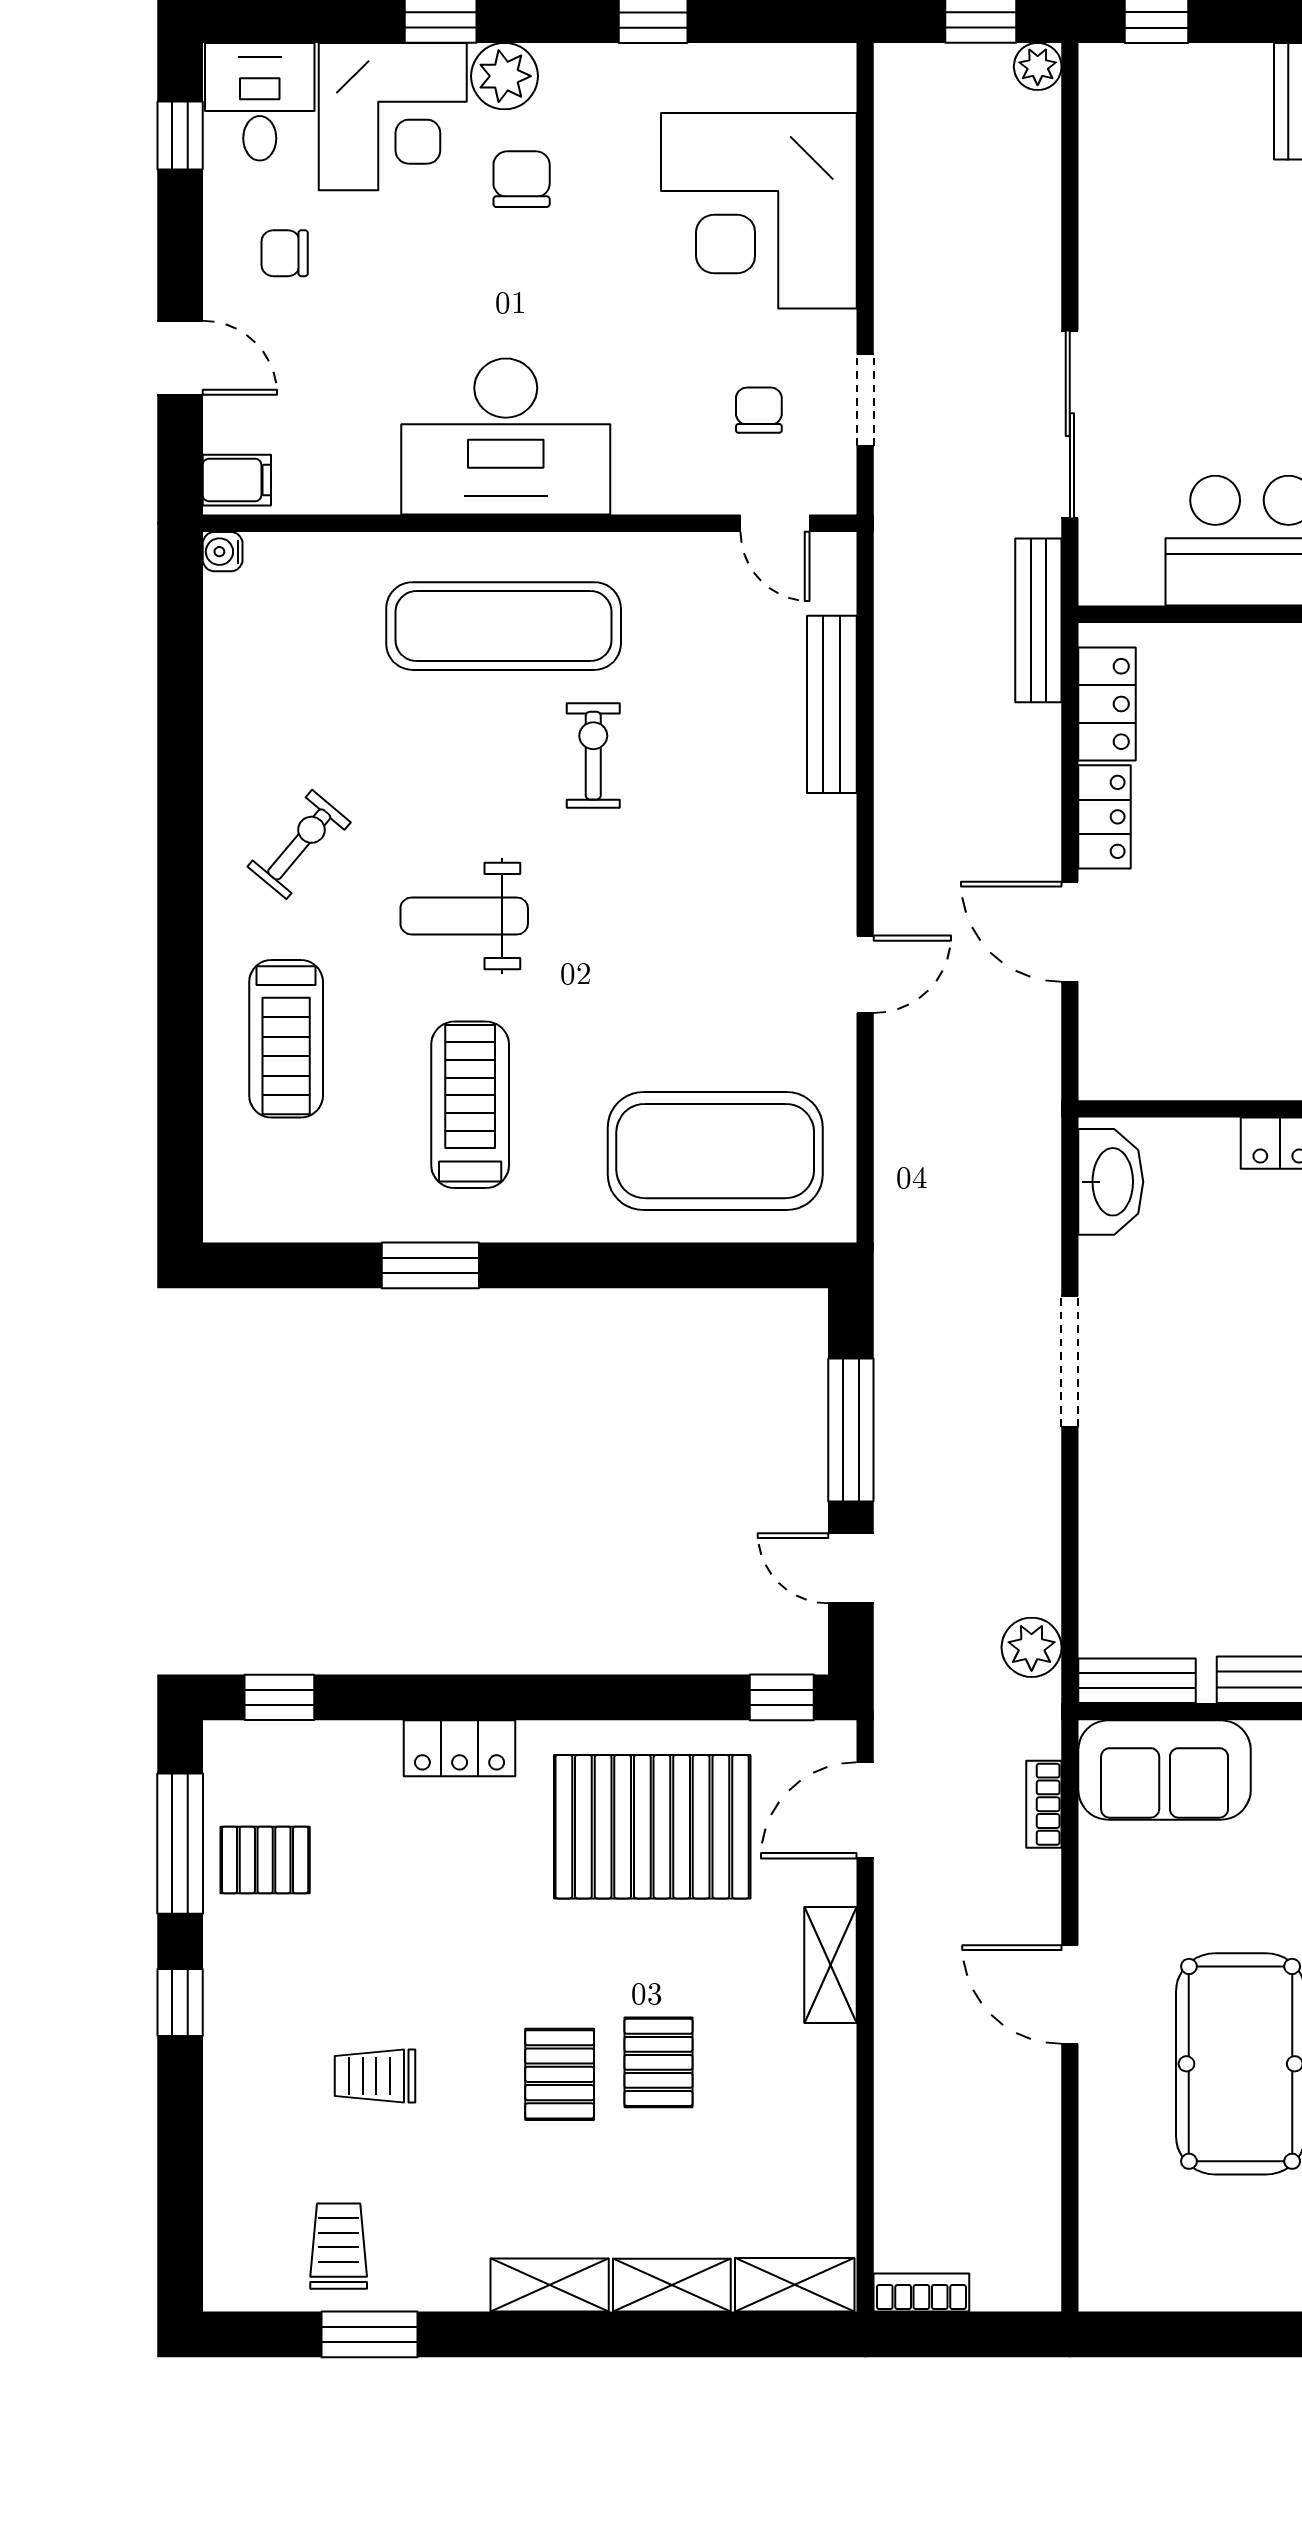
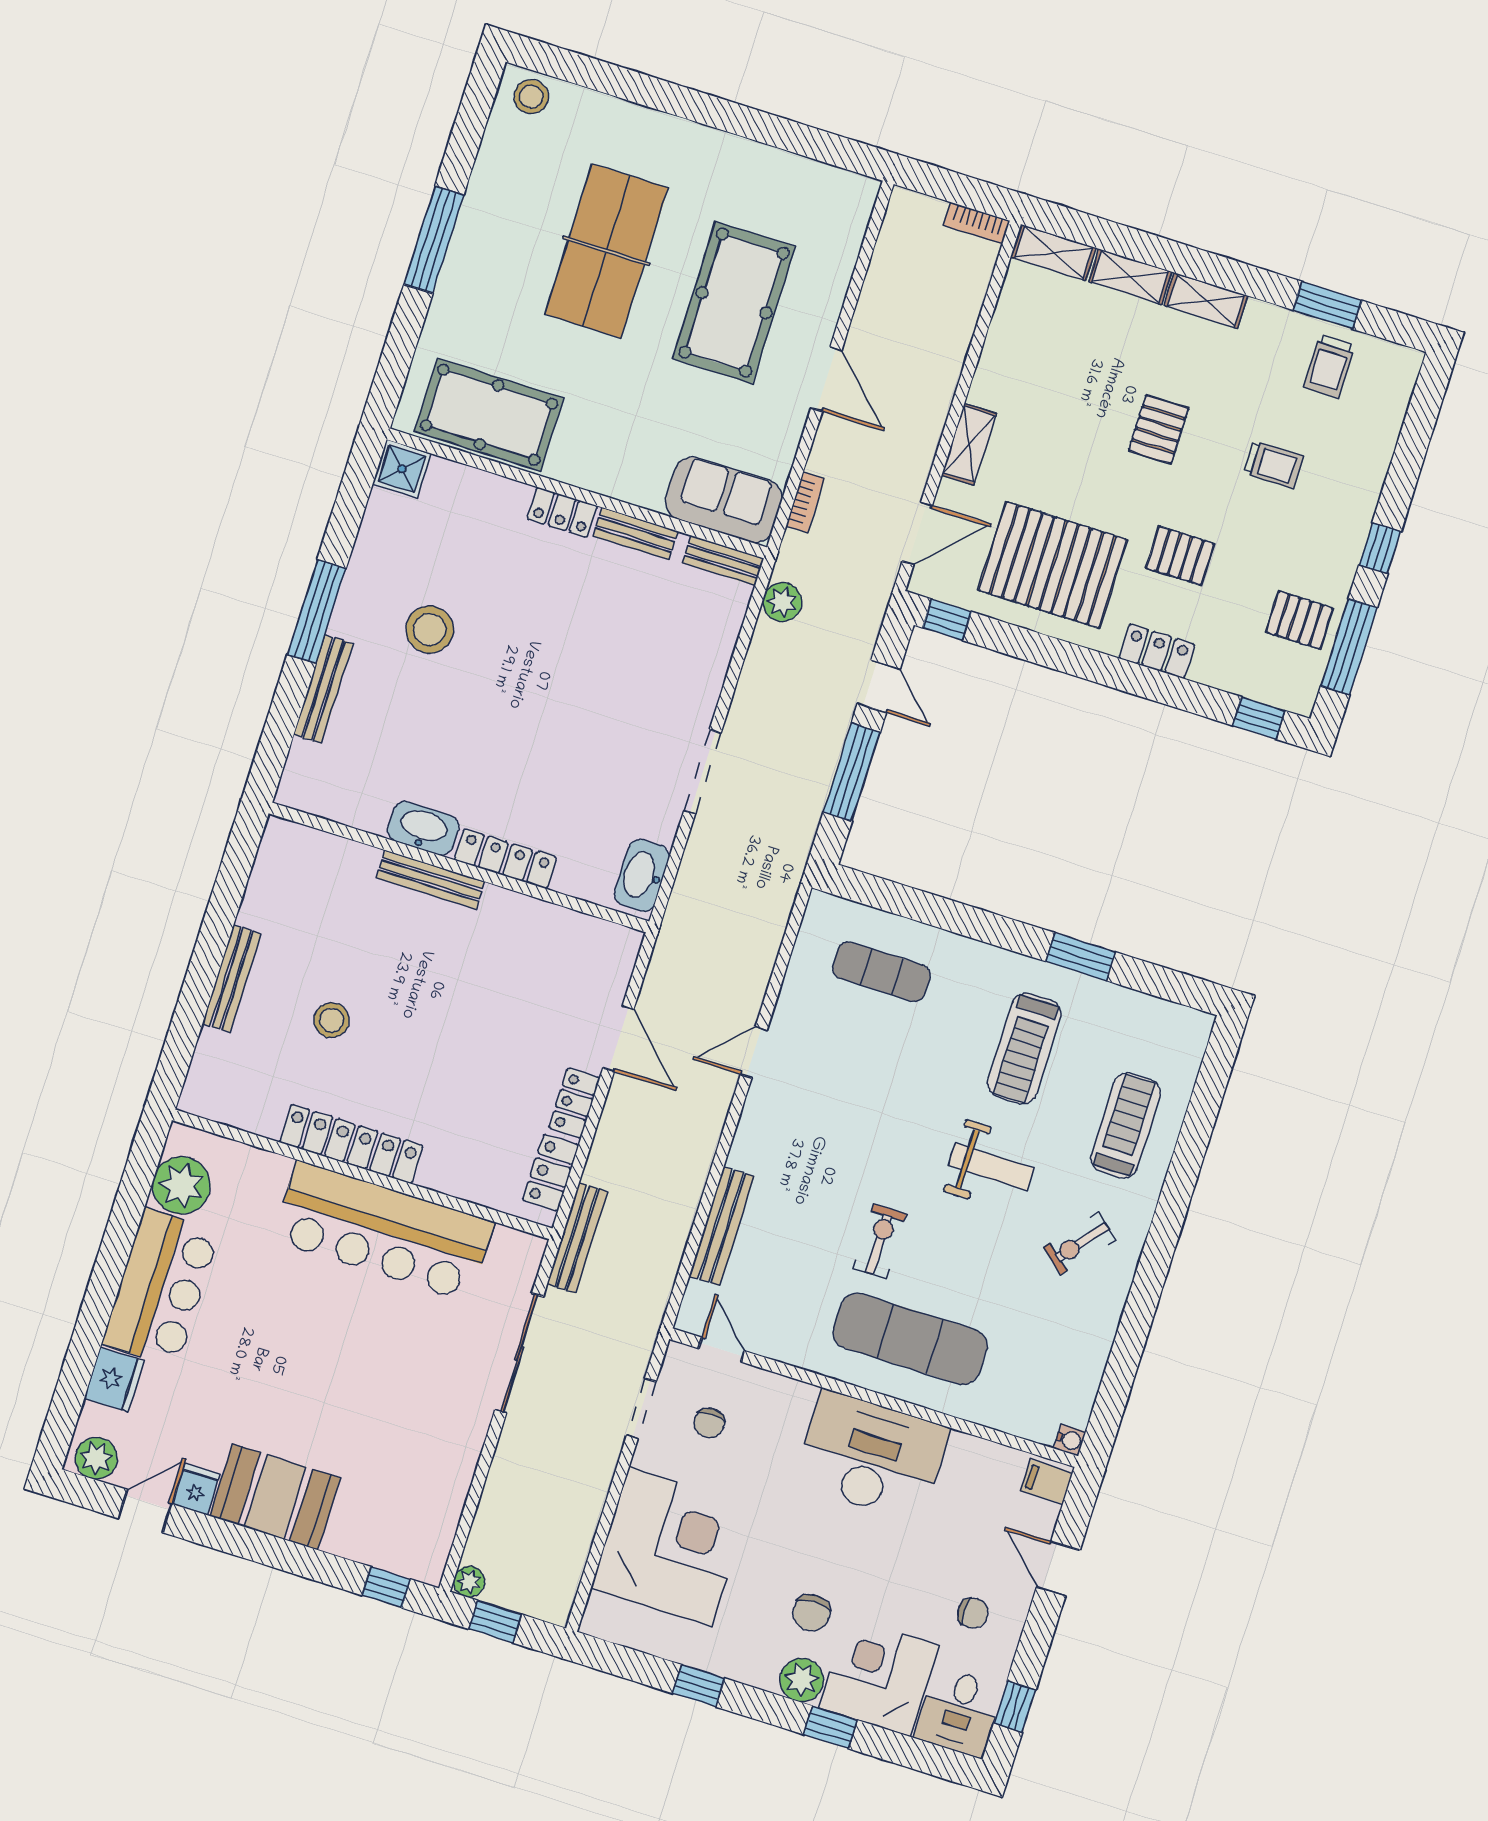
exercise bike: (593, 756) -> (880, 1241), turned 180
exercise mat: (715, 1151) -> (881, 972), width x0.50, depth x0.69
pallet: (658, 2062) -> (1180, 556), moved, turned 90

